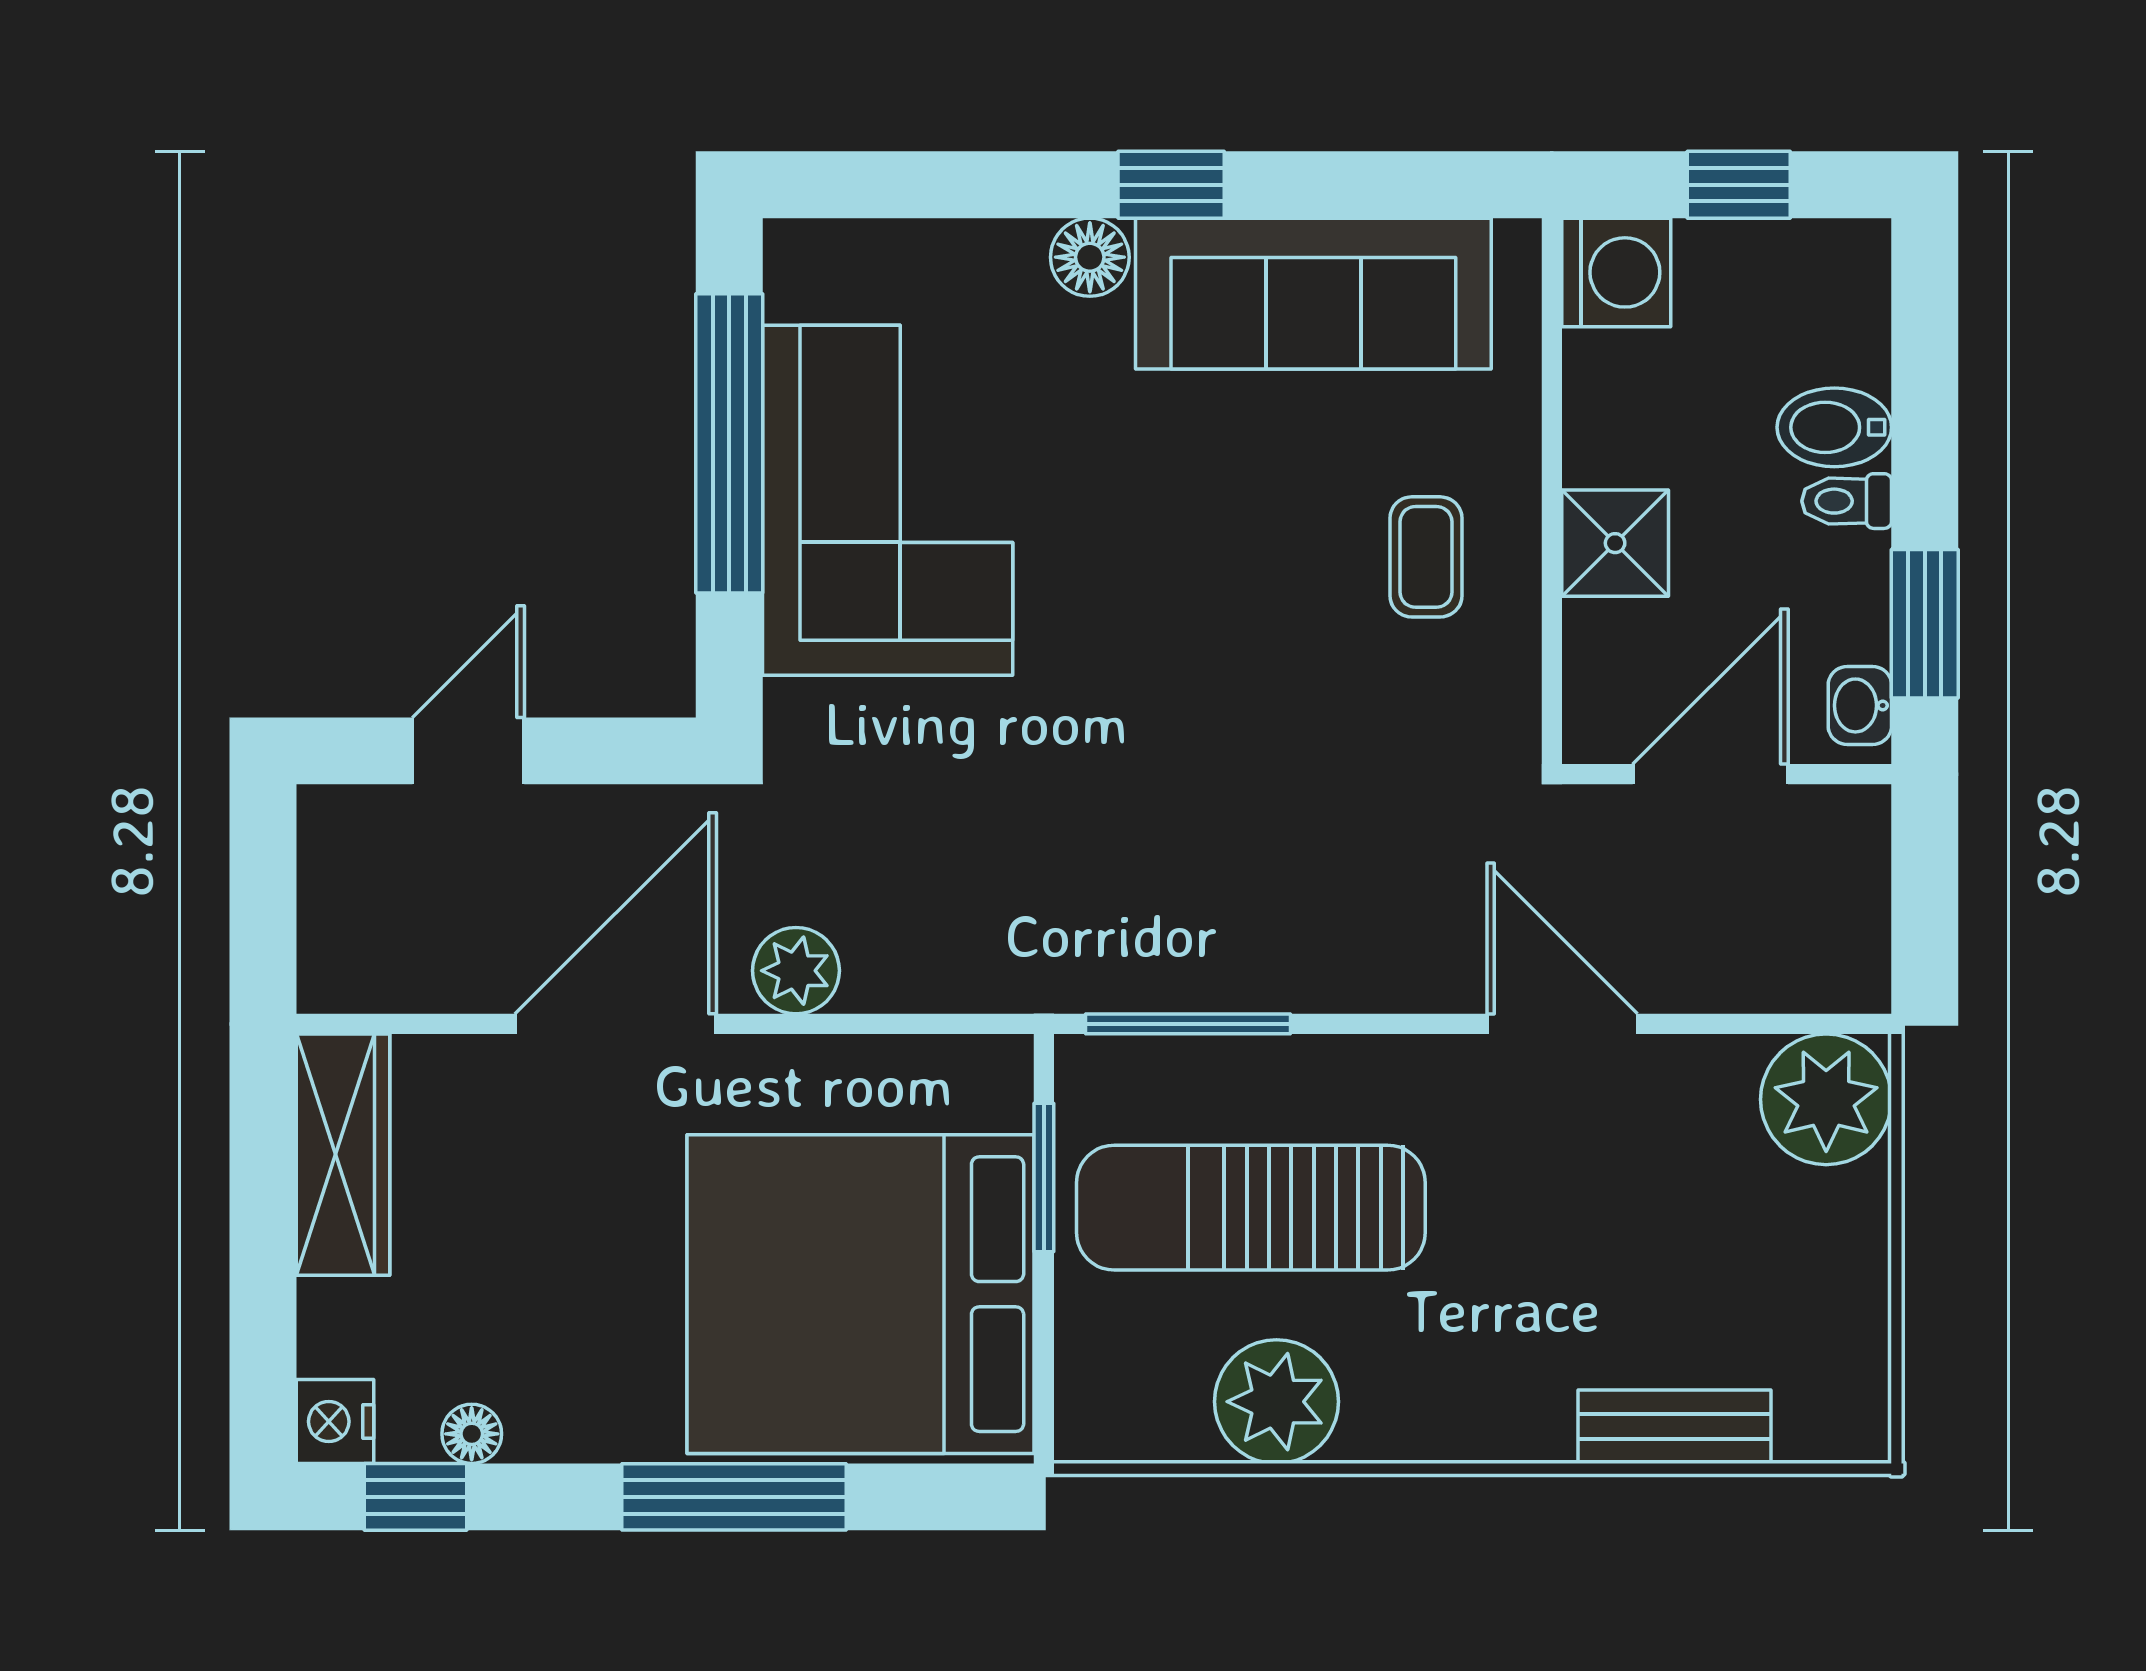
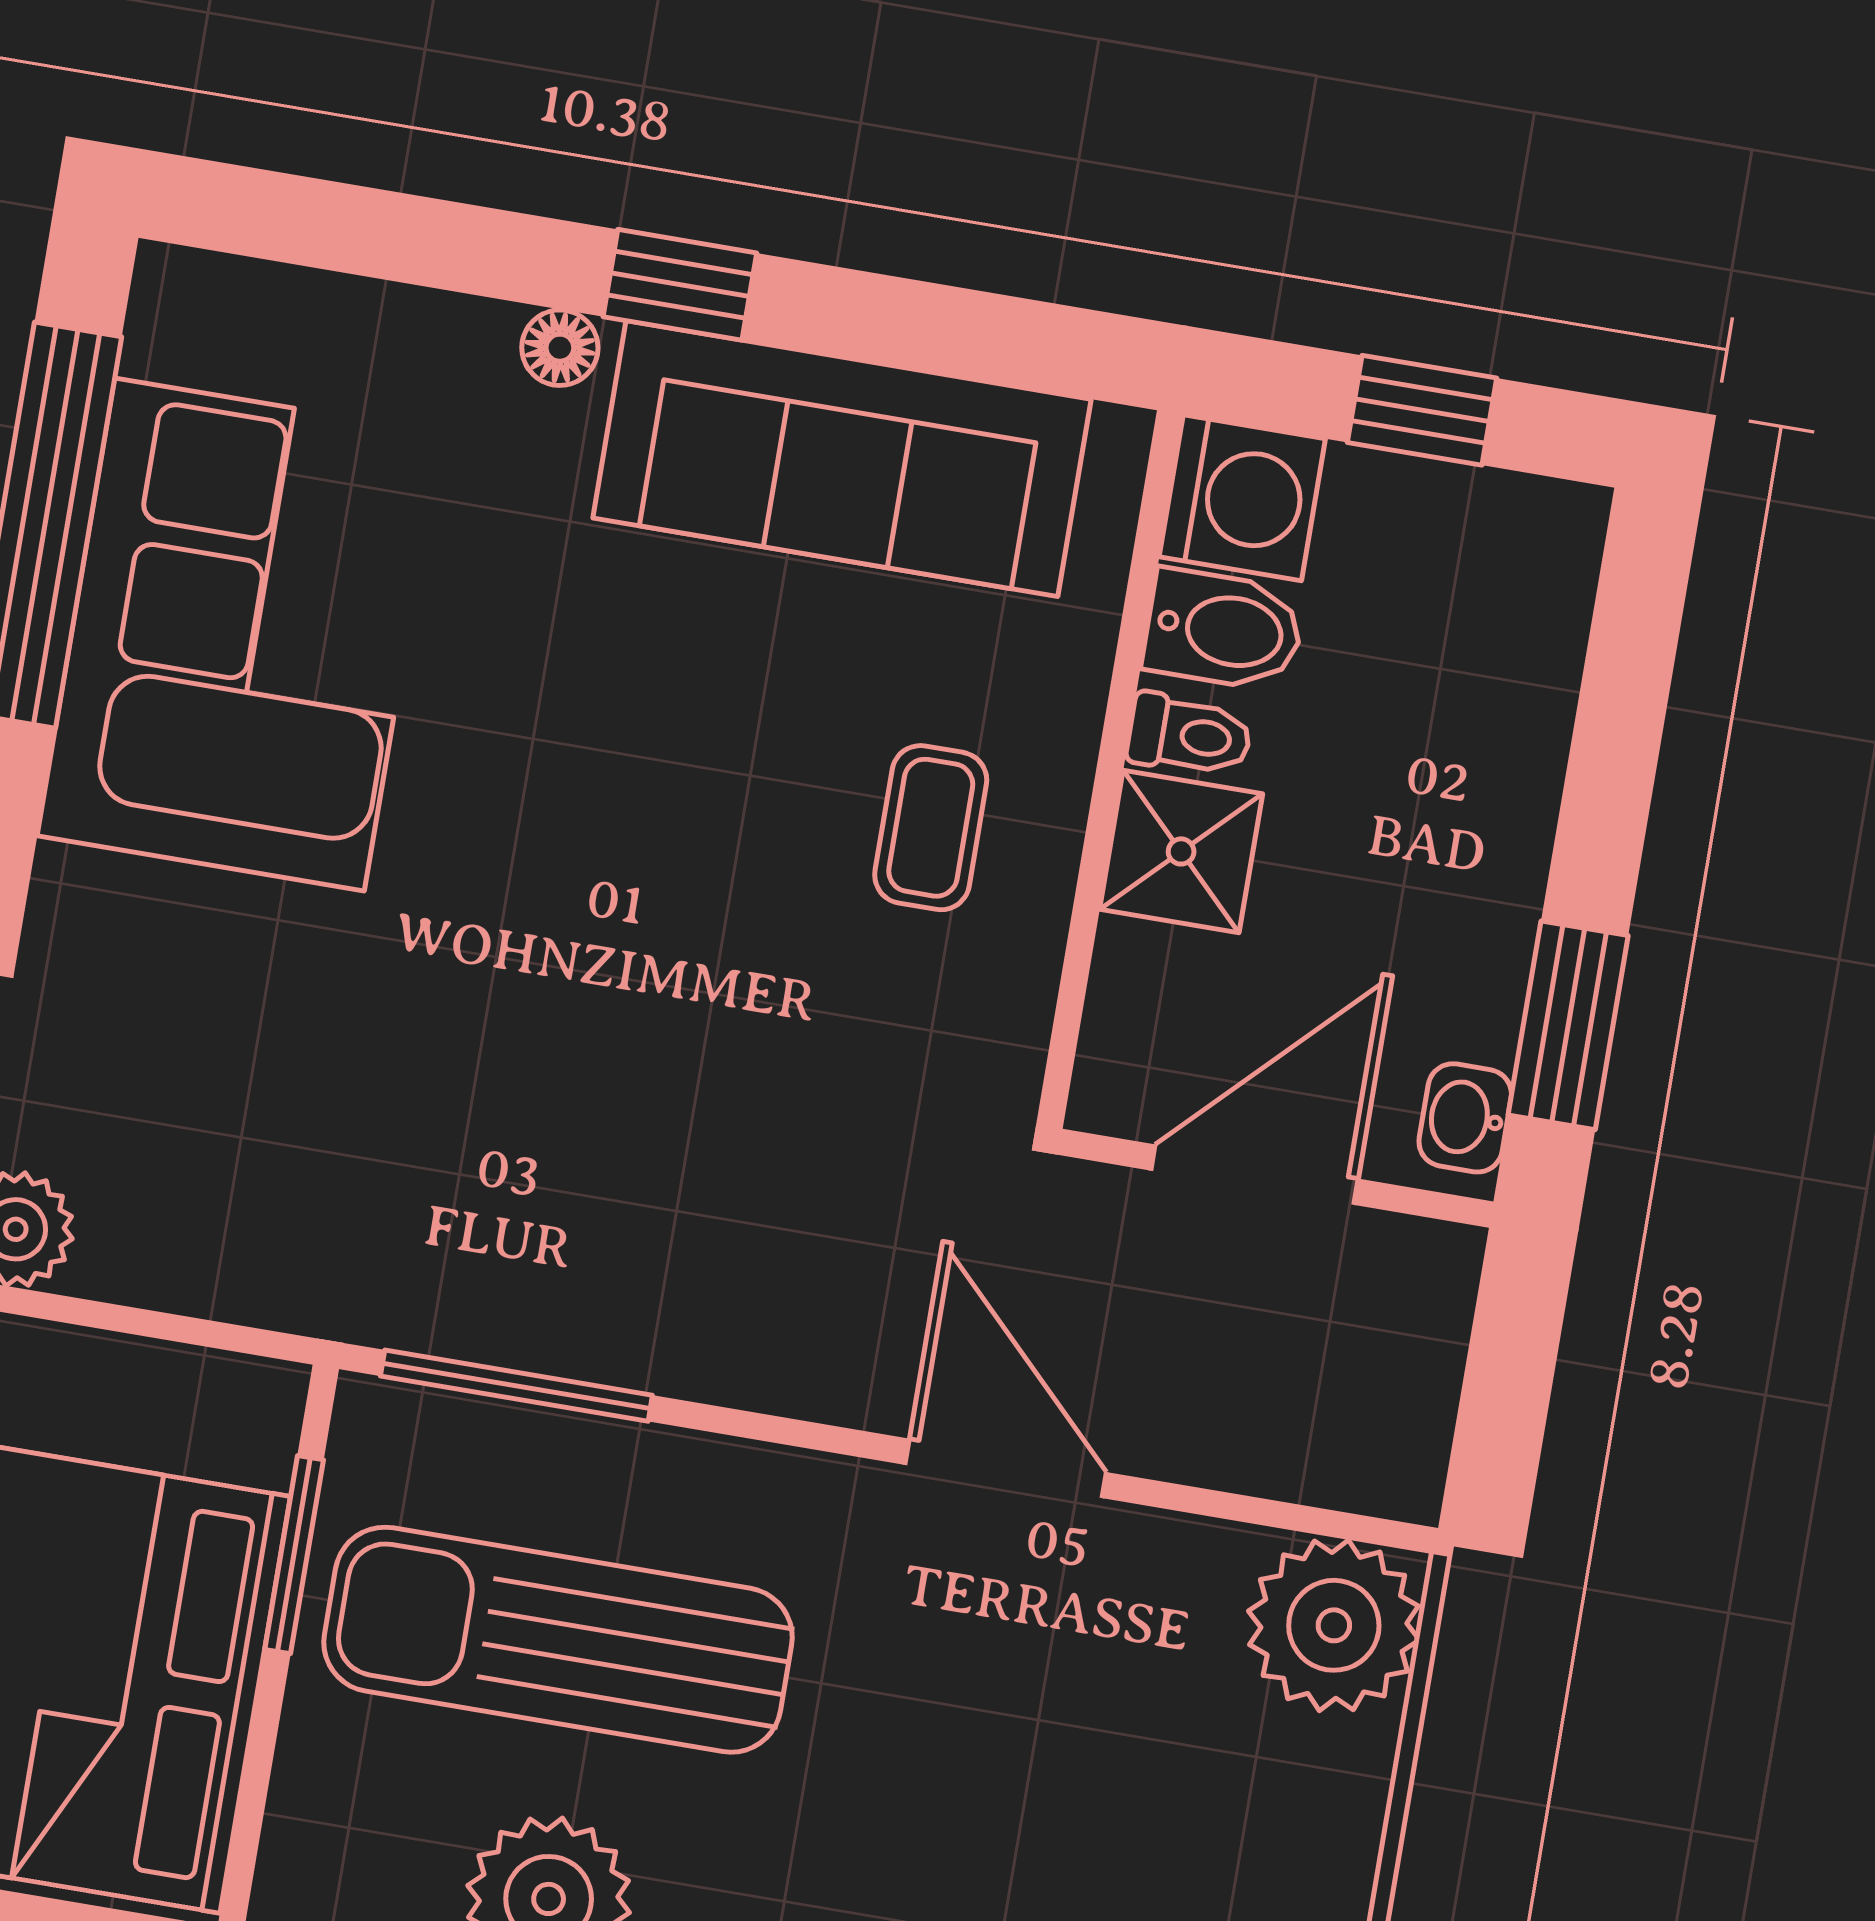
floor lamp: (1090, 257) -> (560, 348), width x0.73, depth x0.73
bidet: (1834, 427) -> (1224, 630), moved, turned 180
toilet: (1847, 501) -> (1189, 735), moved, turned 180

